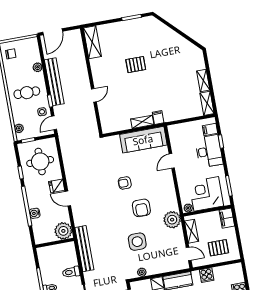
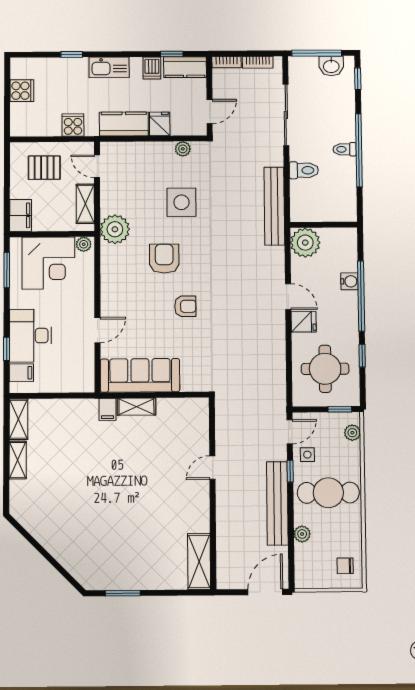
pallet: (136, 65) -> (130, 509), removed
cafe table: (27, 93) -> (328, 493), width x1.37, depth x1.35

